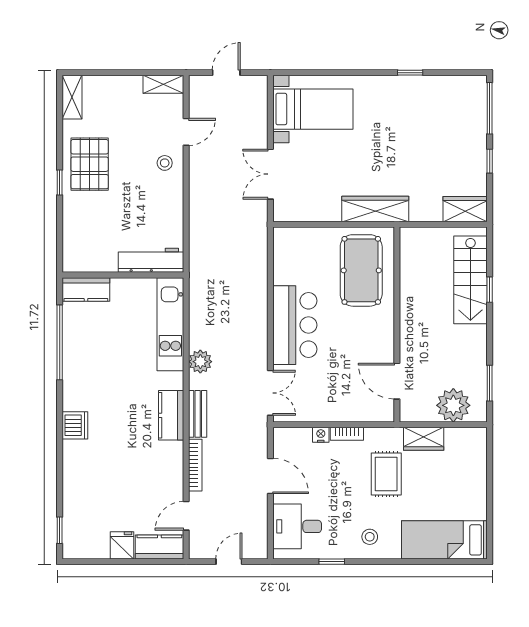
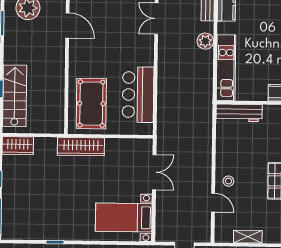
shelving: (163, 84) -> (248, 237), moved
door: (186, 132) -> (213, 203), swing flipped
bar counter: (295, 325) -> (138, 95), moved

